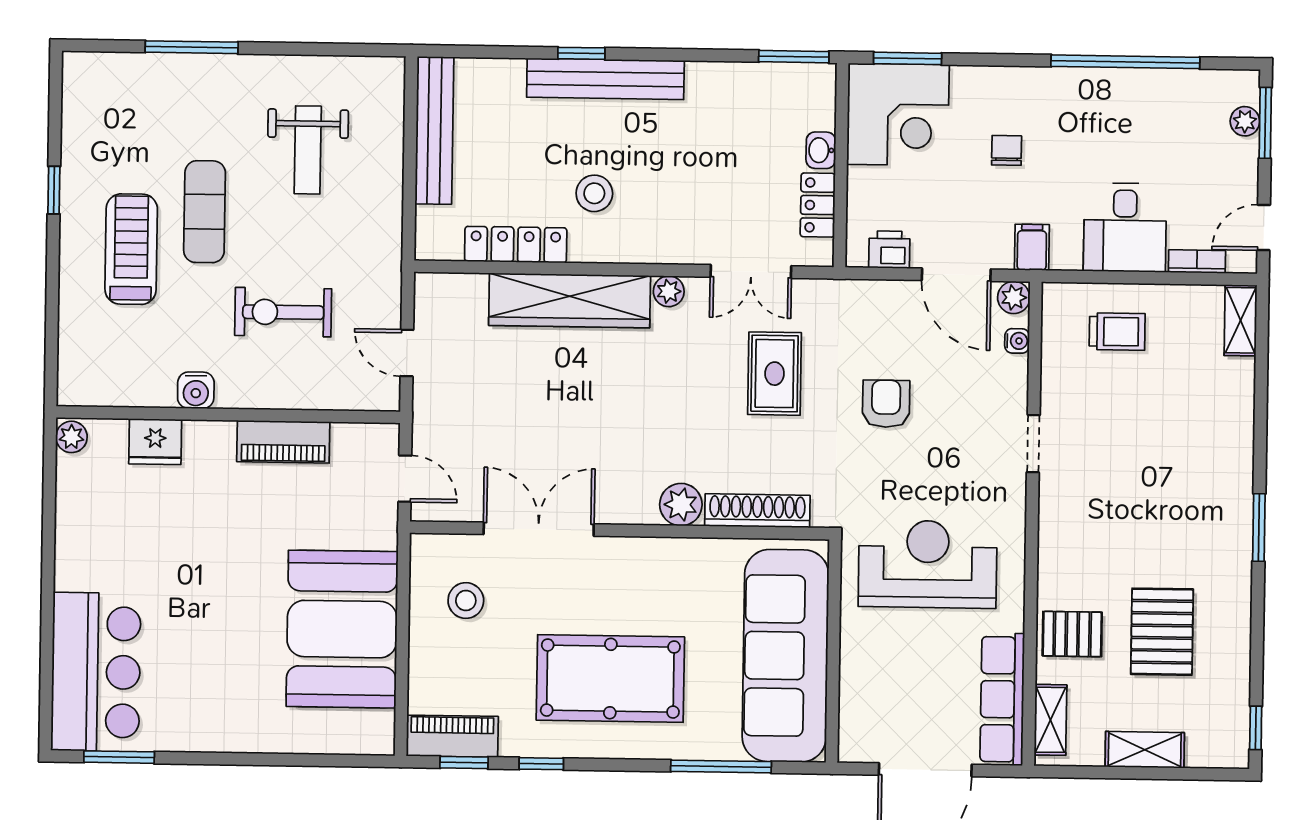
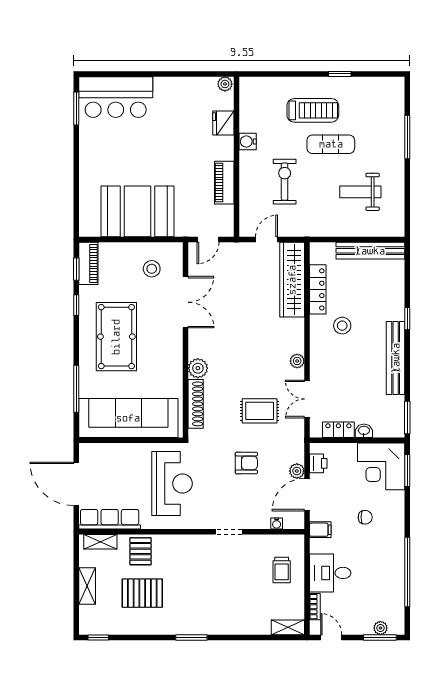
bench: (605, 79) -> (396, 358), moved
plant: (1014, 297) -> (297, 471), moved
wardrobe: (570, 300) -> (292, 280), moved

